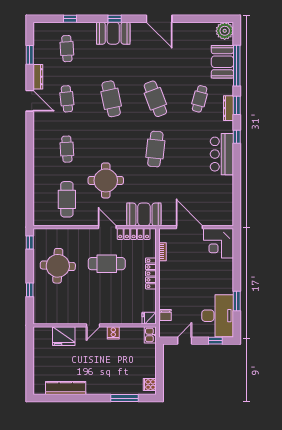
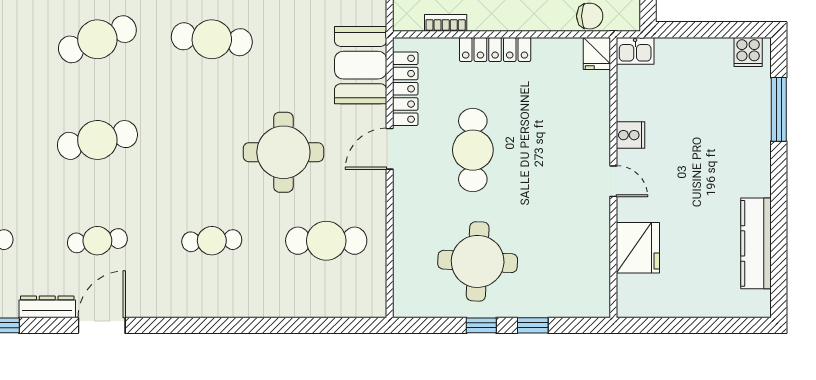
window: (30, 243) -> (481, 325), moved

